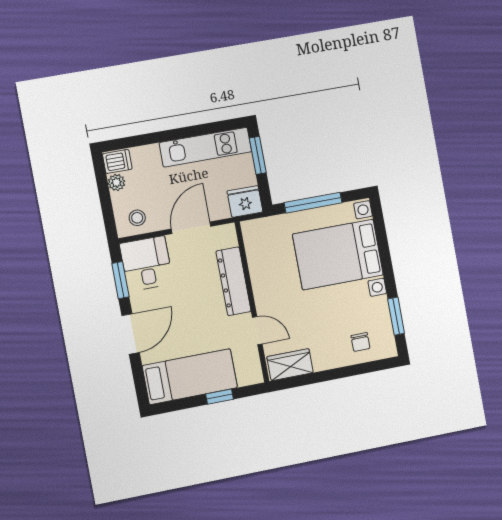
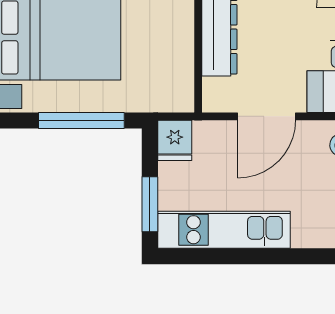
fridge: (245, 201) -> (175, 140), width x0.72

